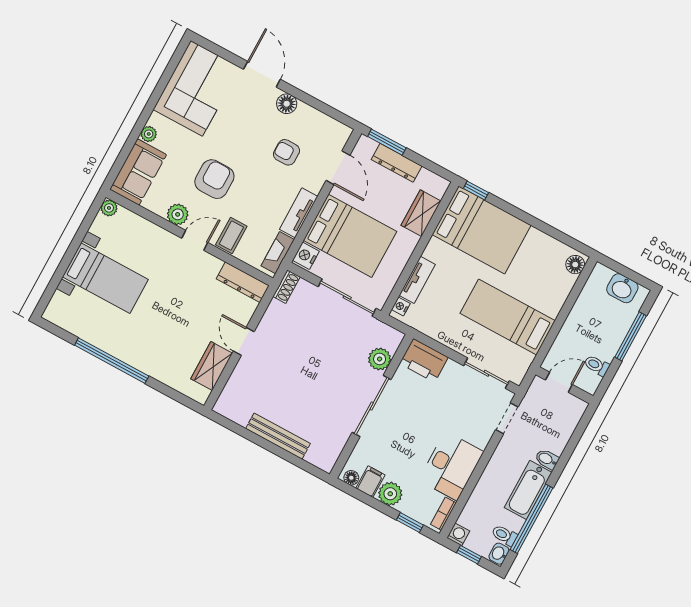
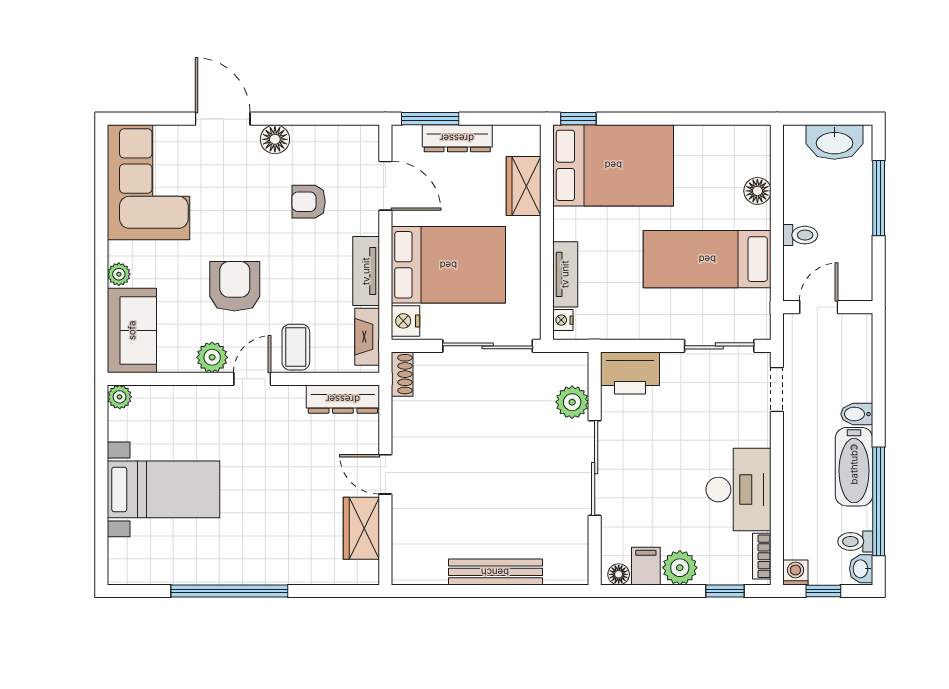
floor lamp: (575, 265) -> (757, 191), moved
washbasin: (622, 288) -> (834, 142), width x1.38
toilet: (597, 365) -> (800, 235), moved, turned 180

